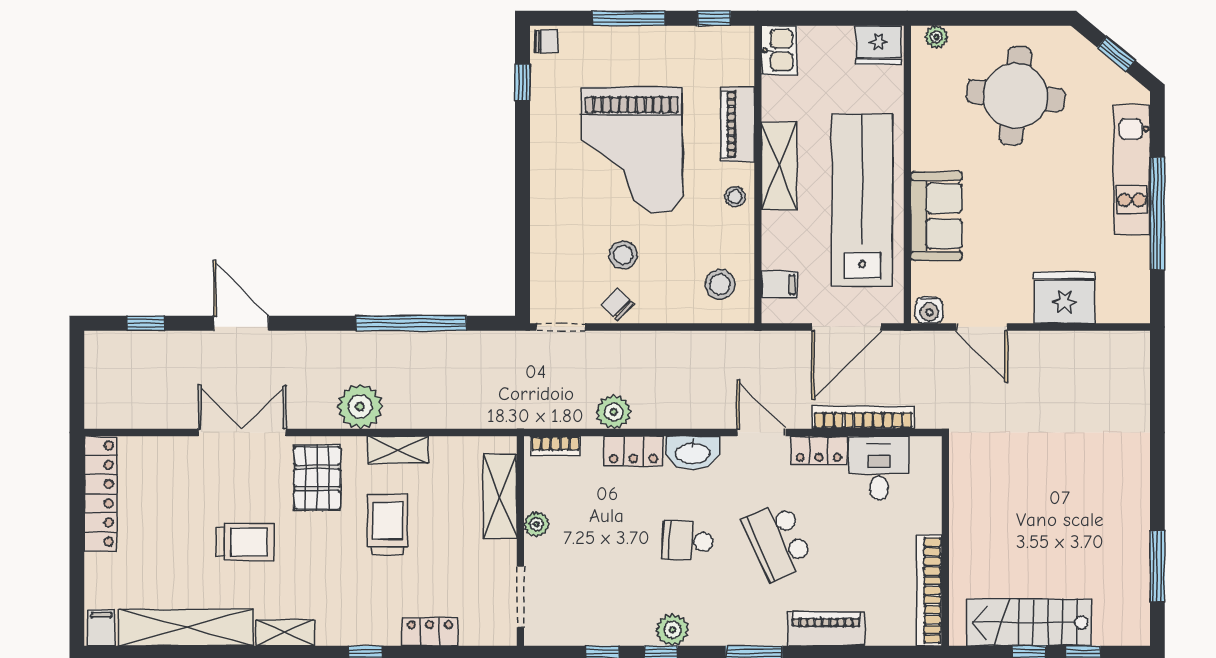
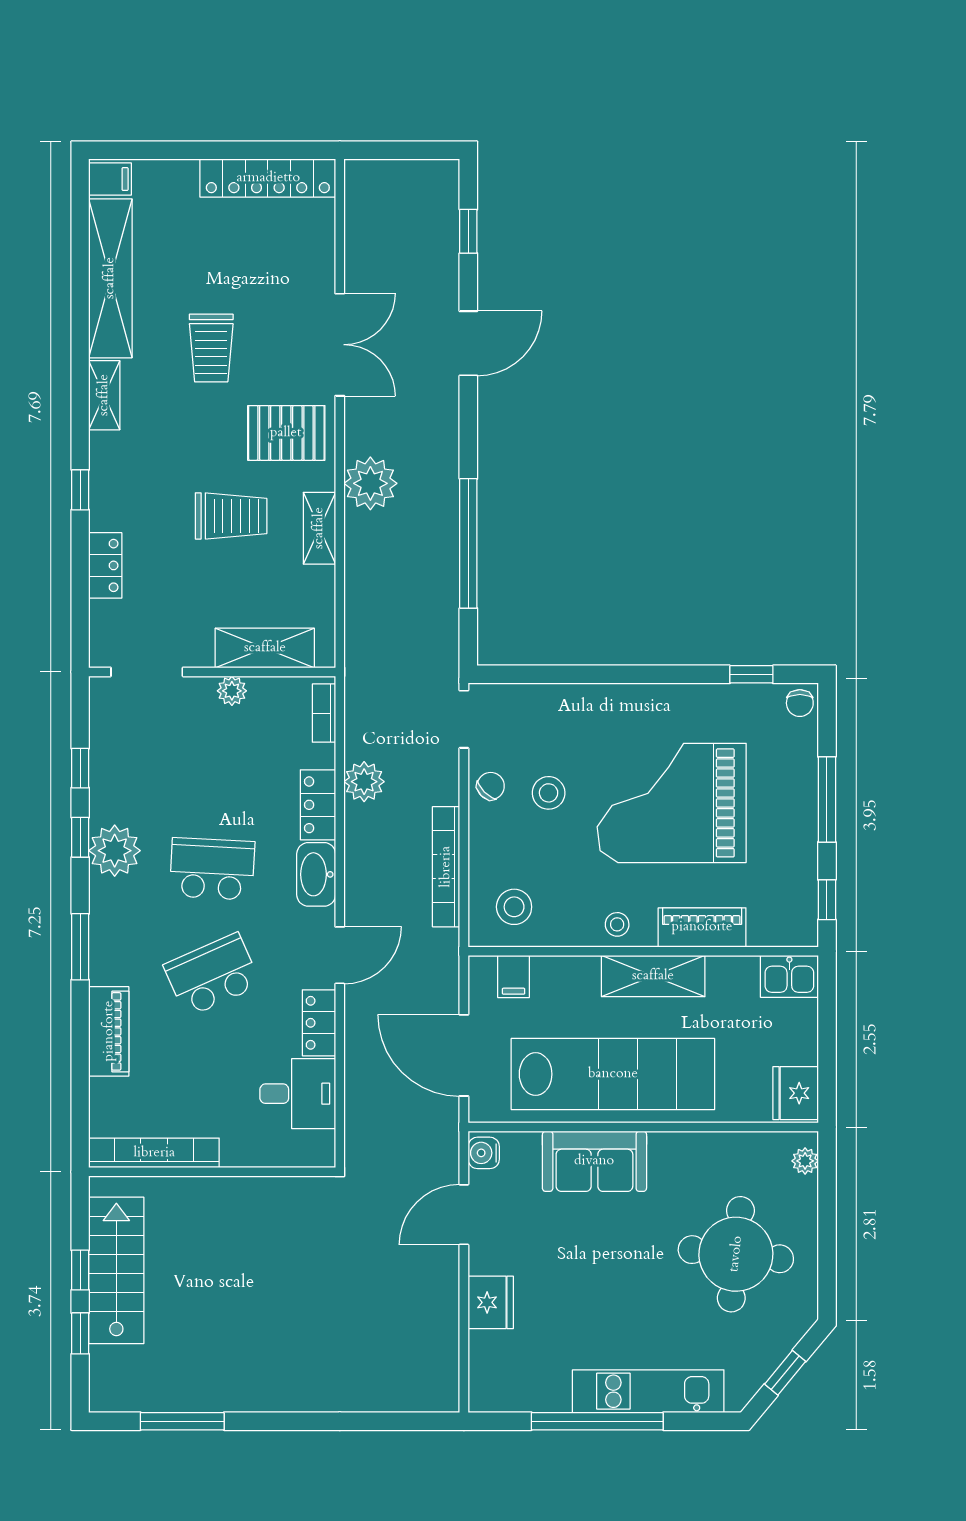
fridge: (1065, 298) -> (491, 1302), width x0.73, depth x0.75
bookcase: (863, 417) -> (446, 867), moved, turned 180
school desk: (688, 541) -> (212, 869), width x1.85
plant: (672, 630) -> (115, 851), width x1.36, depth x1.36

